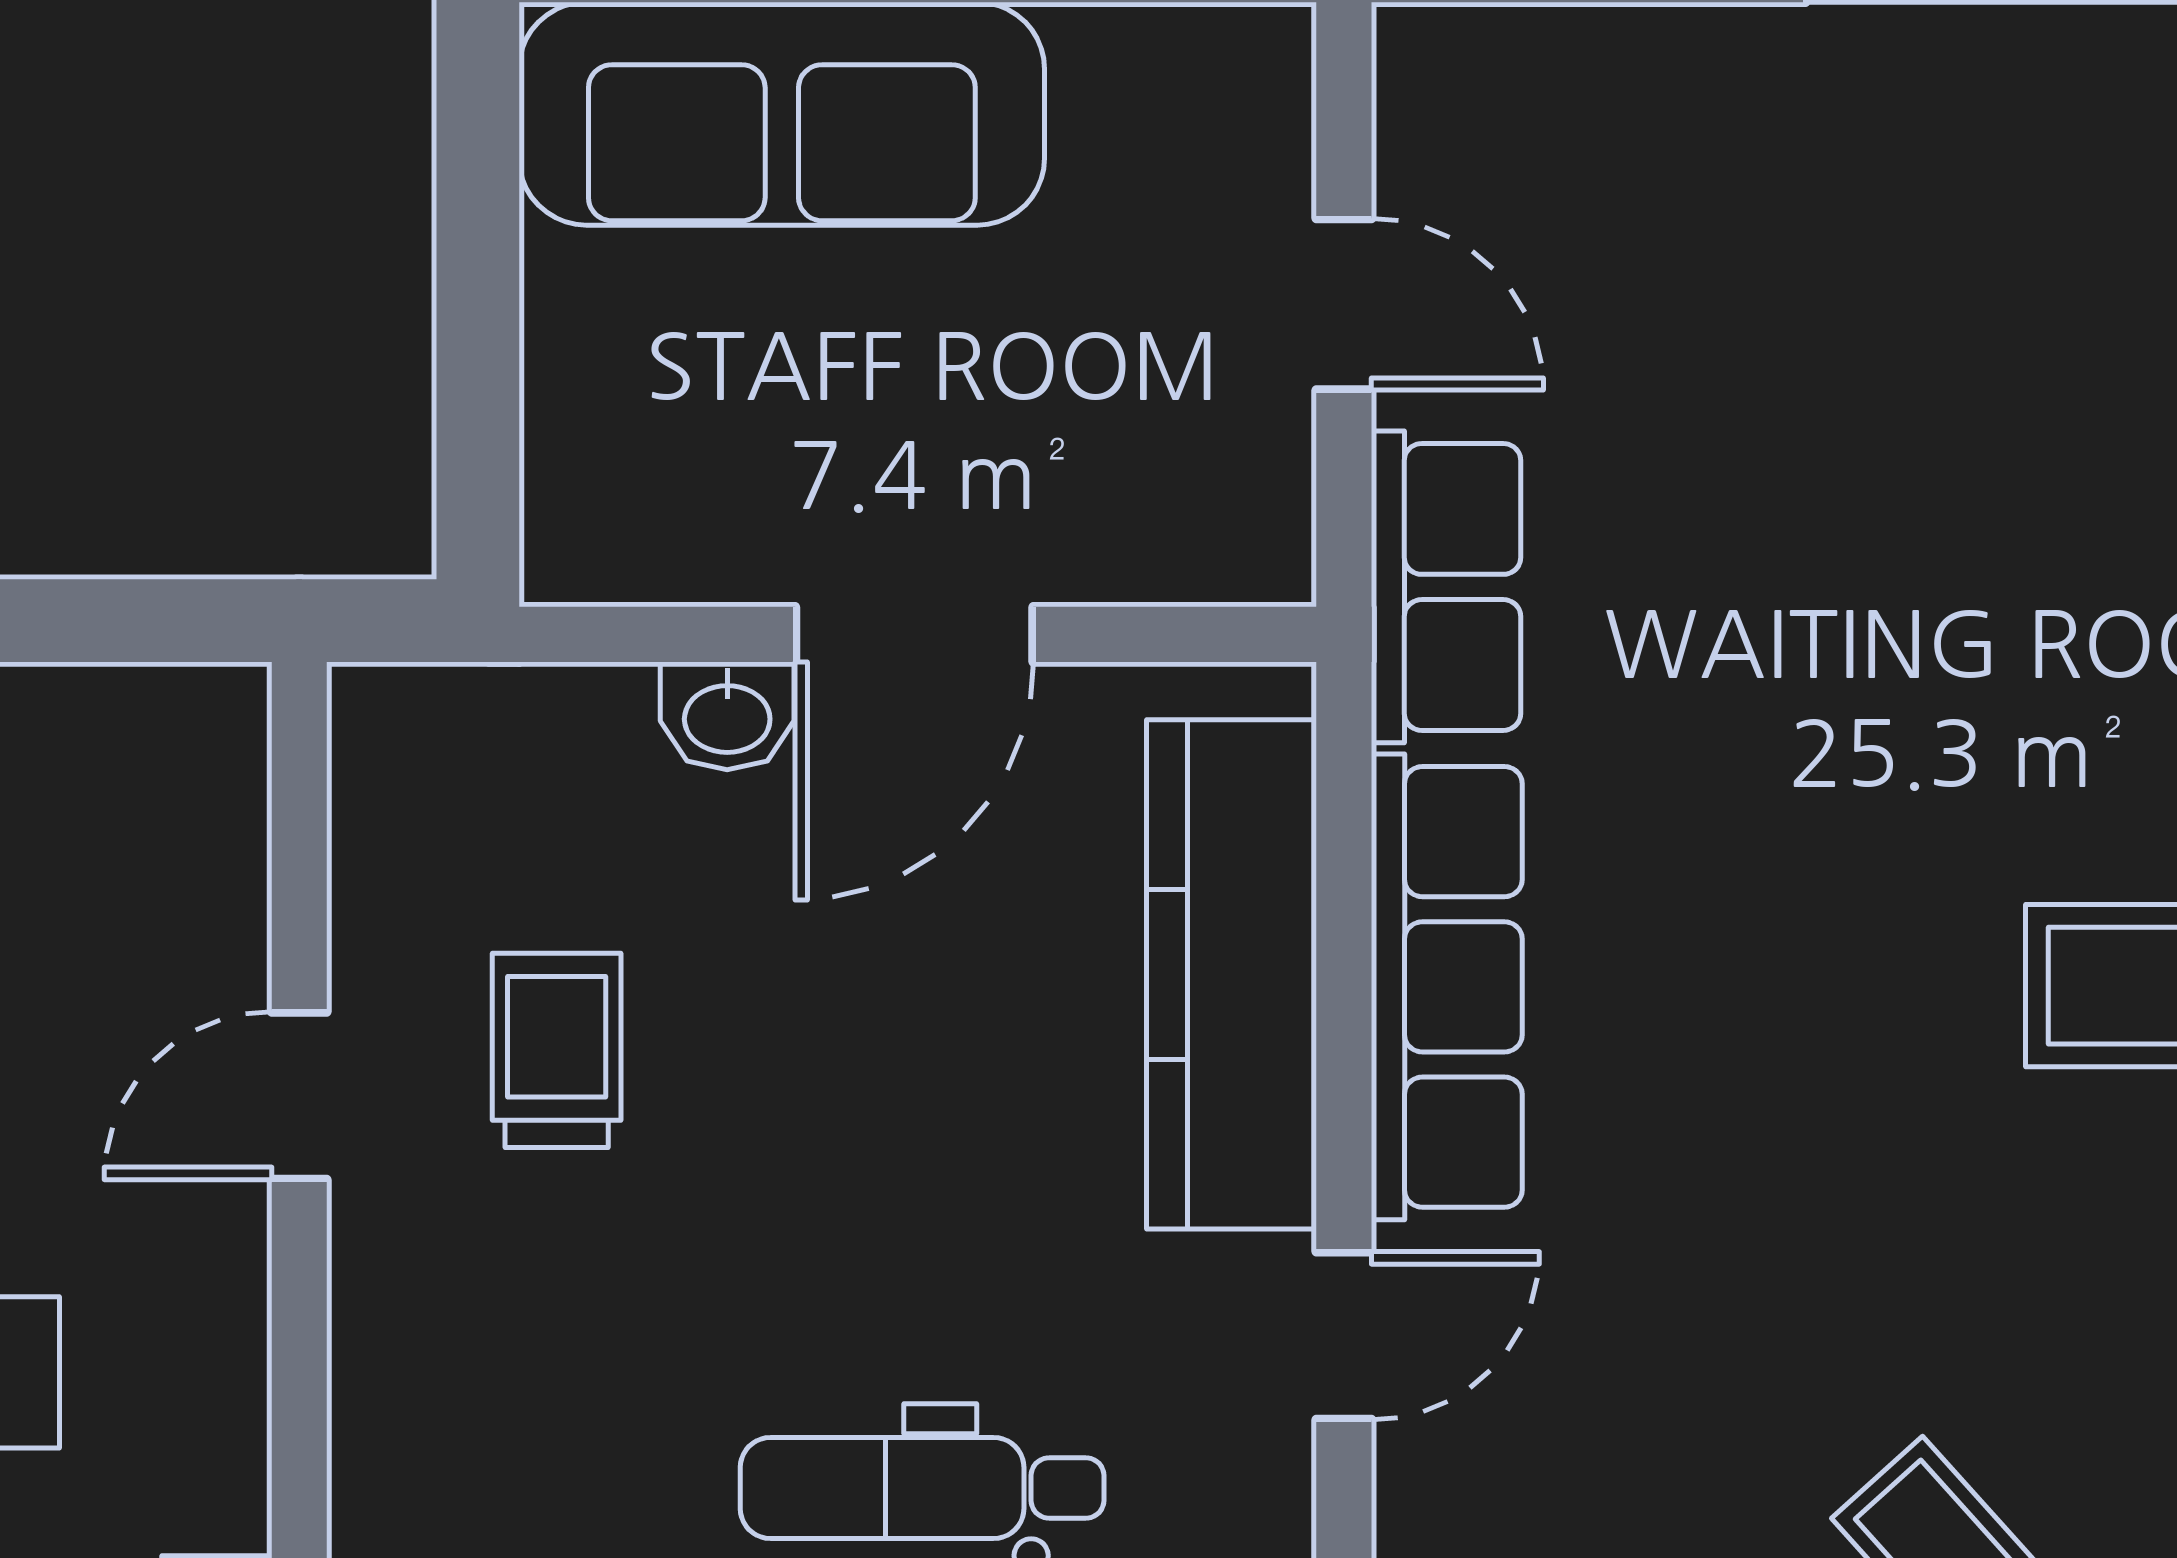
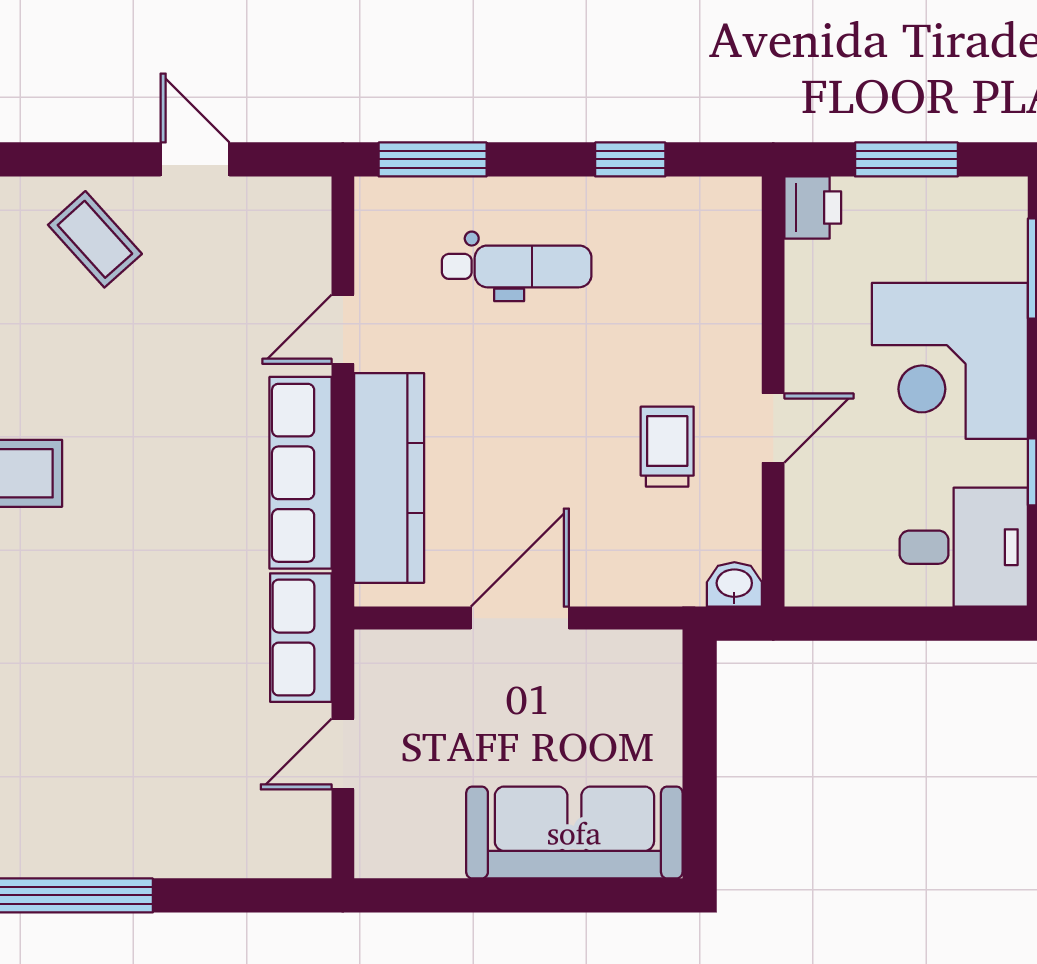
door: (1344, 304) -> (343, 754), hinge flipped
washbasin: (727, 716) -> (734, 584), moved
trolley: (557, 1050) -> (667, 447), turned 180

